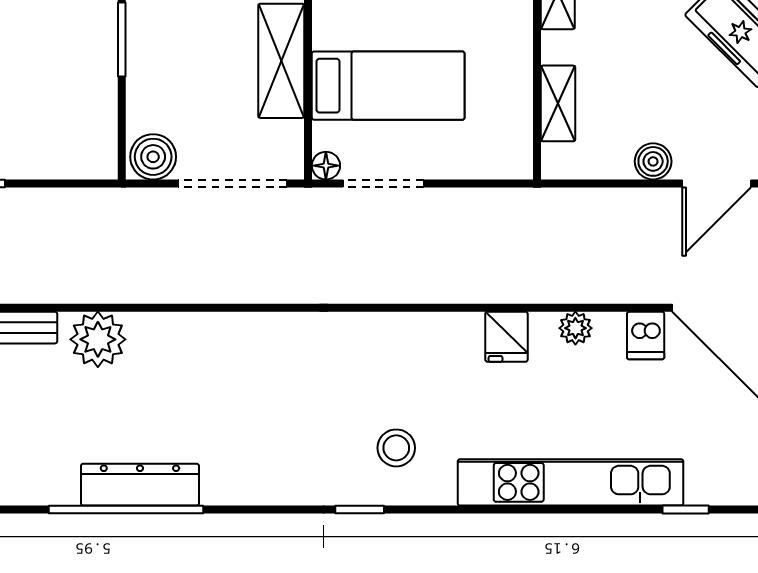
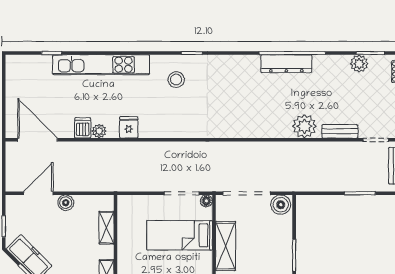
dishwasher: (646, 336) -> (83, 128), moved

